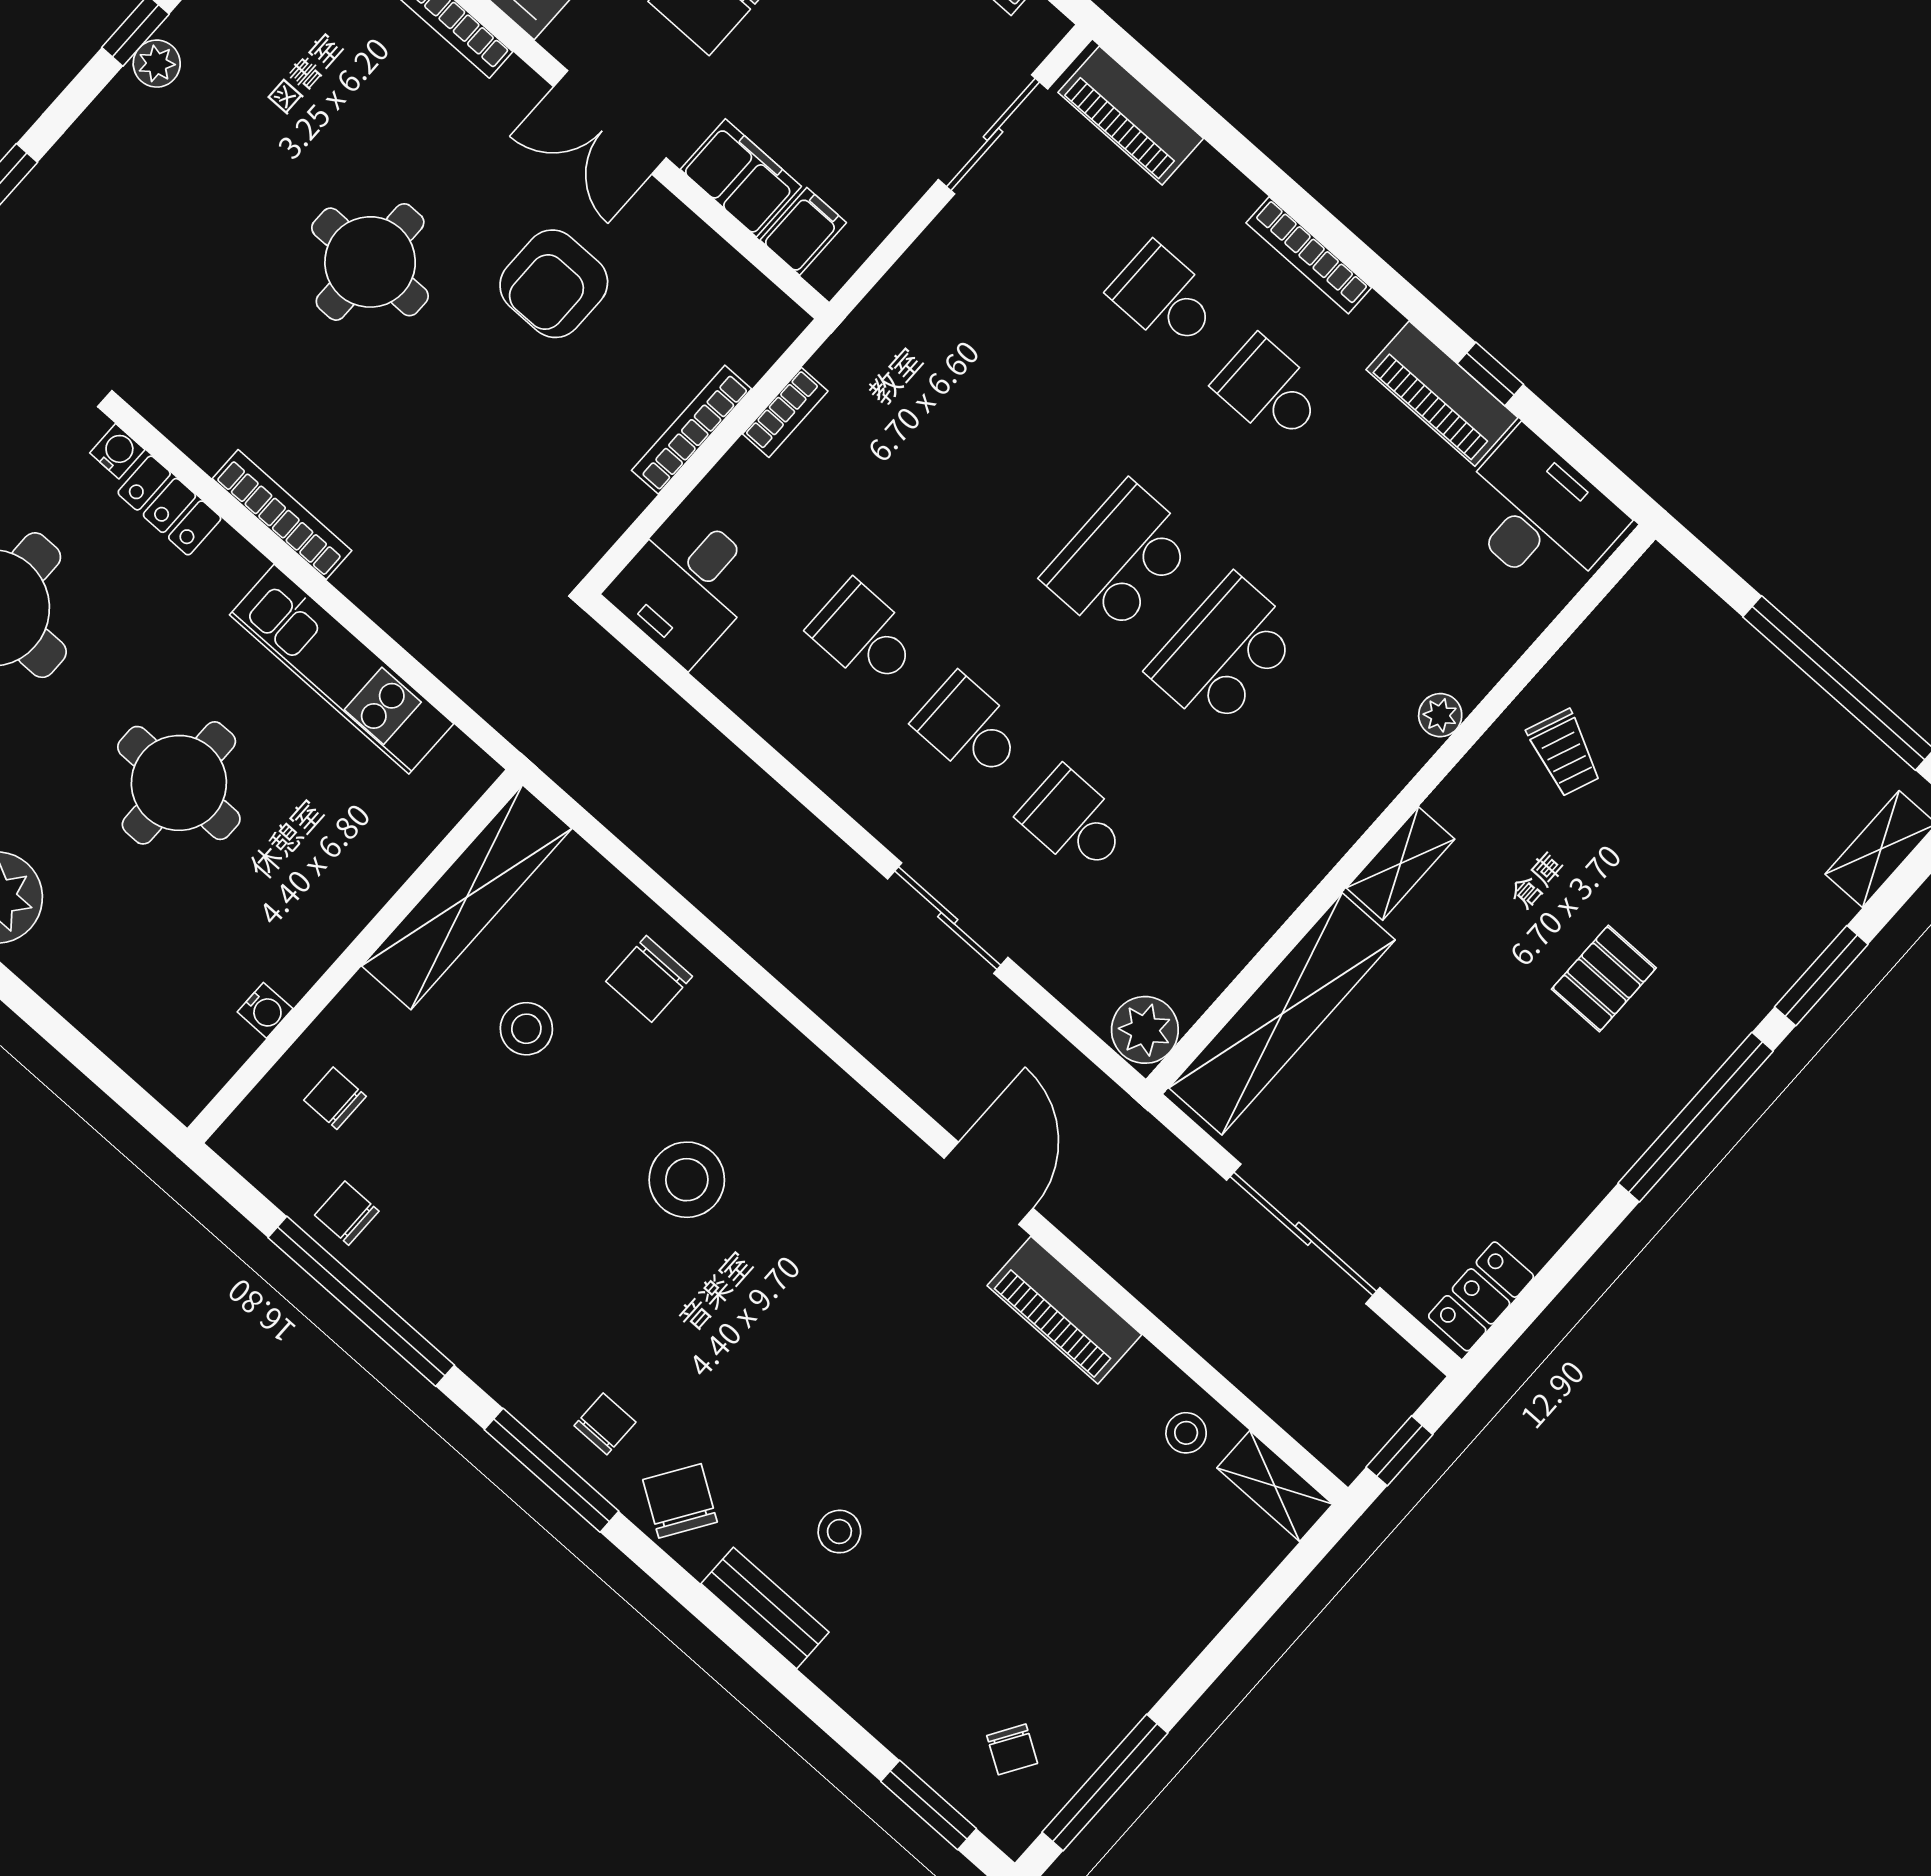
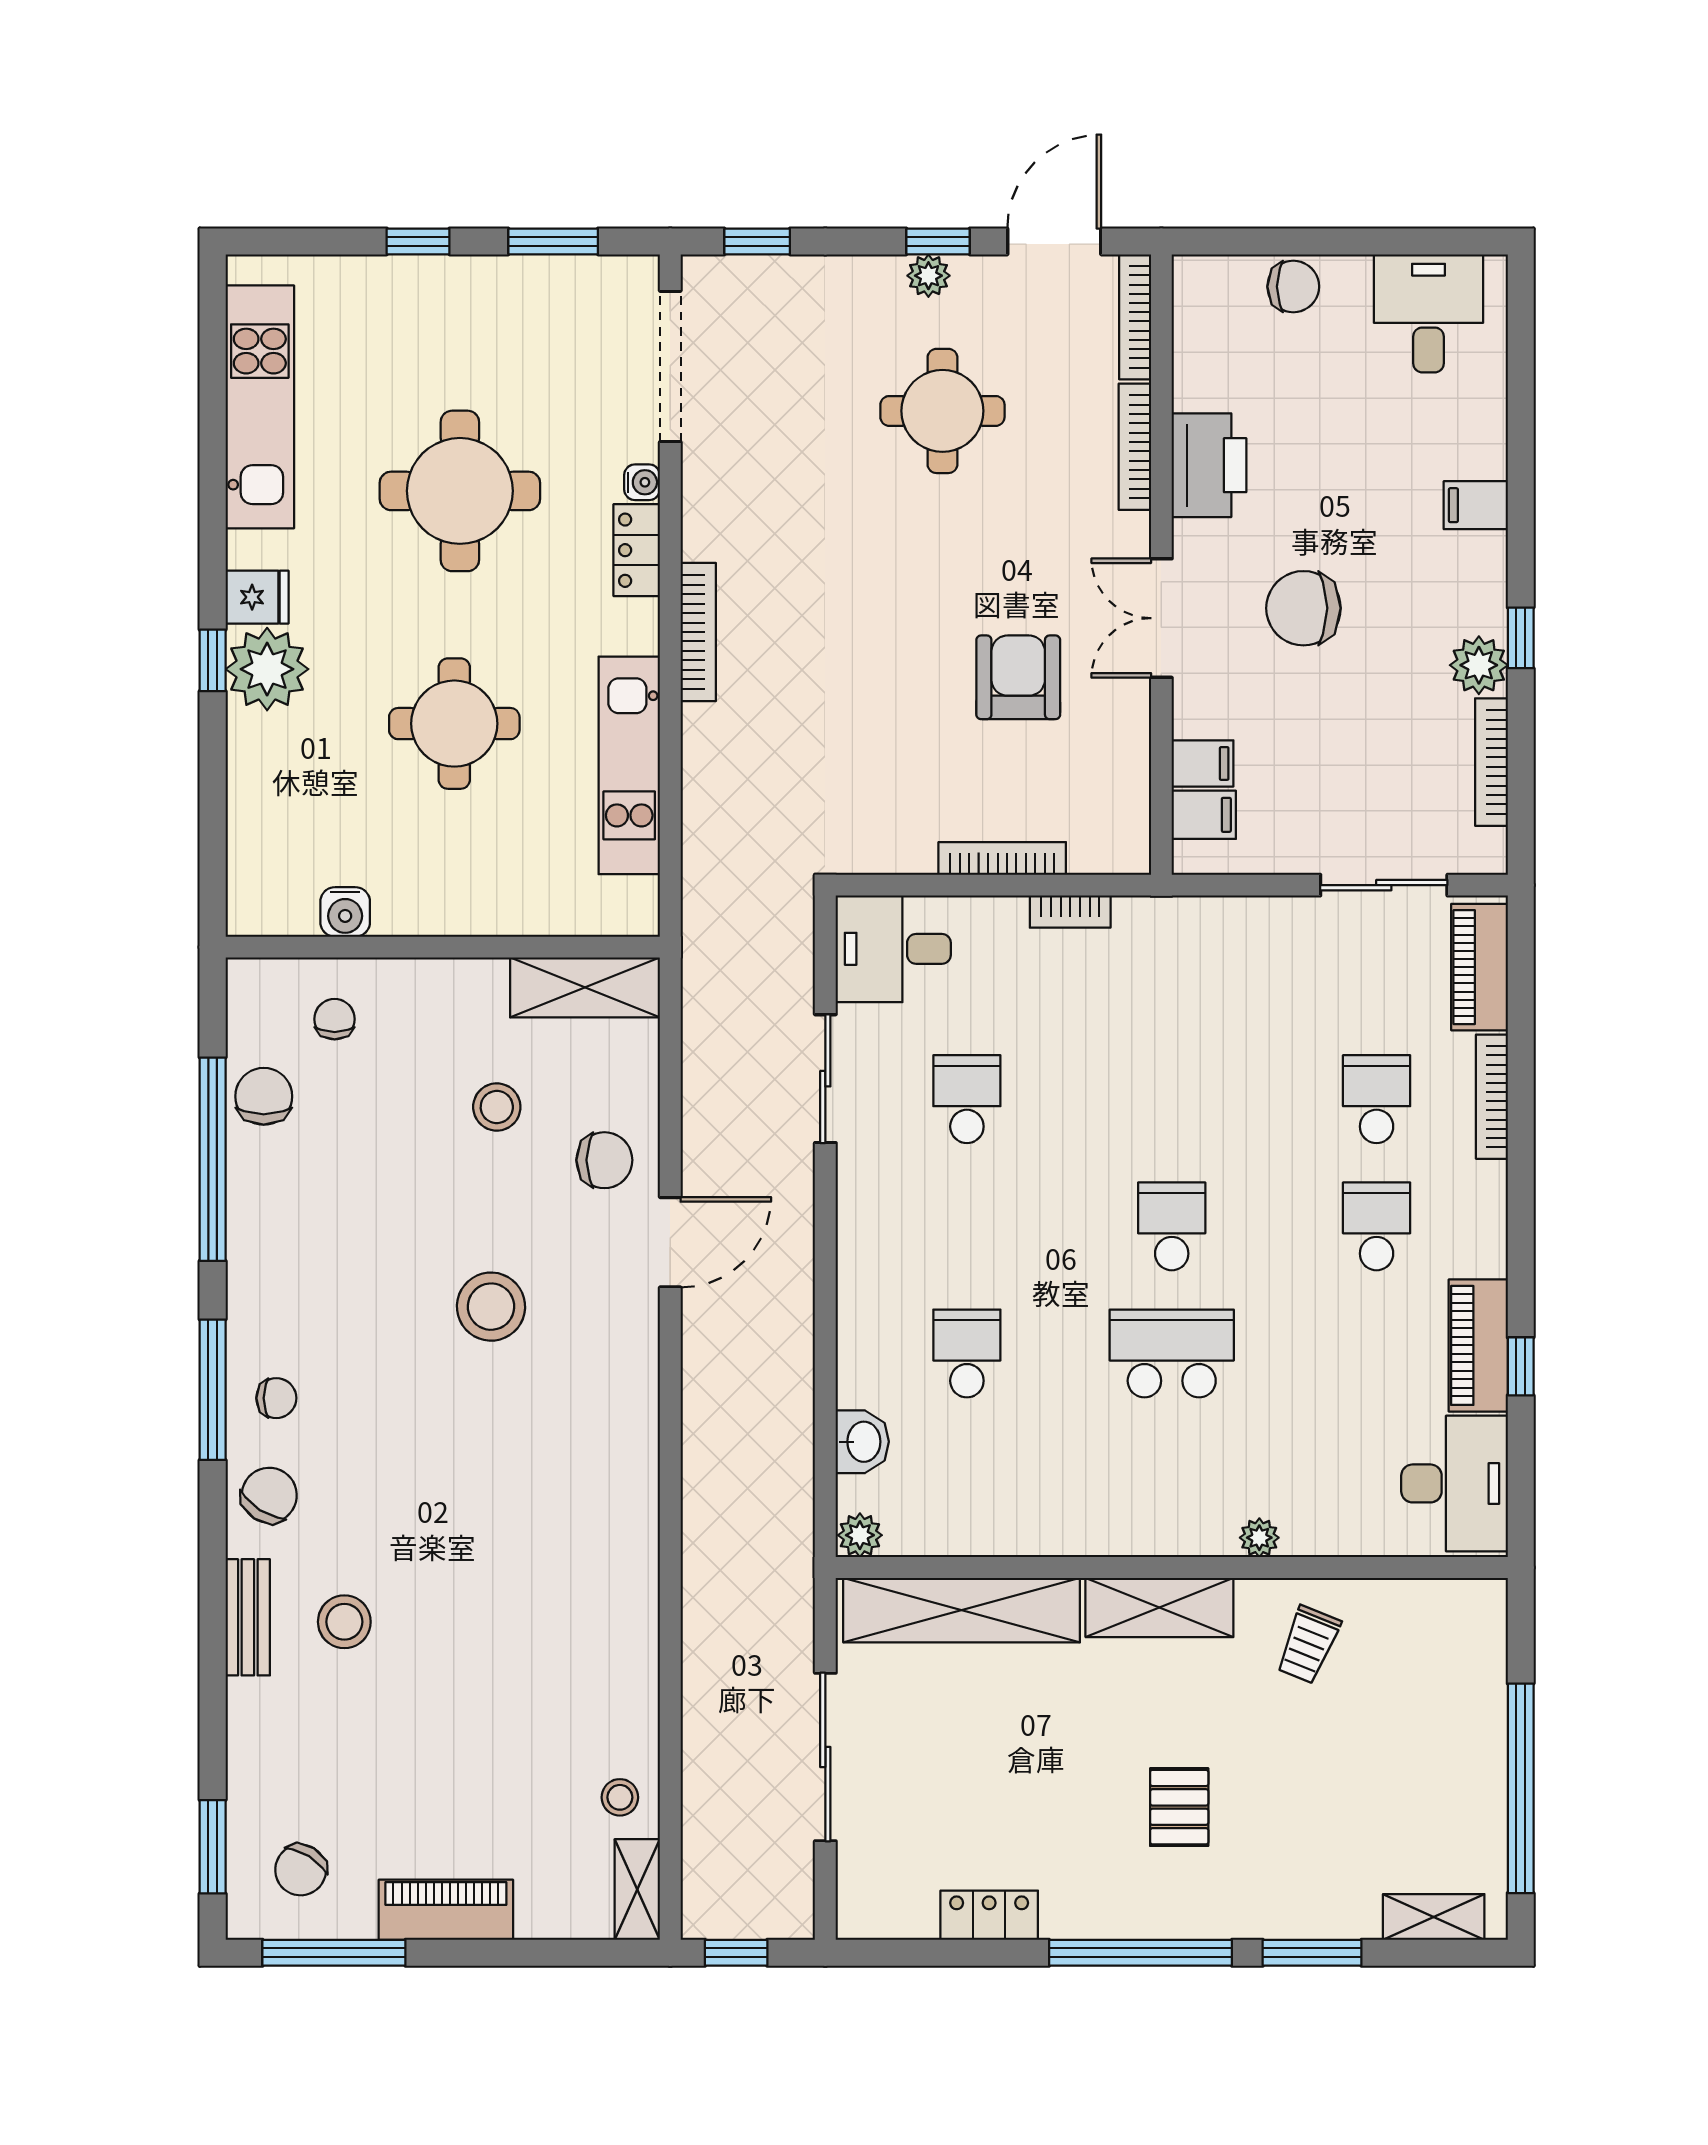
filing cabinet: (741, 178) -> (1203, 763), width x0.50
bookcase: (1309, 255) -> (1492, 1097), moved
round table: (370, 262) -> (942, 411), moved
armchair: (554, 284) -> (1018, 677), turned 90
school desk: (1119, 559) -> (1172, 1226), width x0.54
school desk: (969, 728) -> (967, 1226), removed
shelving: (1401, 864) -> (1159, 1607), width x1.50, depth x1.33
shelving: (467, 897) -> (585, 987), width x0.68
sliding door: (948, 918) -> (825, 1079), moved
washbasin: (1070, 972) -> (862, 1442), added
chair: (649, 979) -> (604, 1160), turned 180
pallet: (1604, 979) -> (1179, 1807), turned 90
water cooler: (265, 1010) -> (345, 912), width x1.38, depth x1.38
plant: (1145, 1030) -> (860, 1535), width x0.73, depth x0.73
door: (989, 1183) -> (670, 1242), moved
chair: (347, 1213) -> (264, 1096), width x1.37, depth x1.37
locker: (1481, 1296) -> (989, 1915), moved
piano: (1064, 1310) -> (446, 1910), moved, turned 90
stool: (839, 1532) -> (344, 1622), width x1.37, depth x1.37
chair: (1012, 1749) -> (301, 1870), width x1.37, depth x1.37

